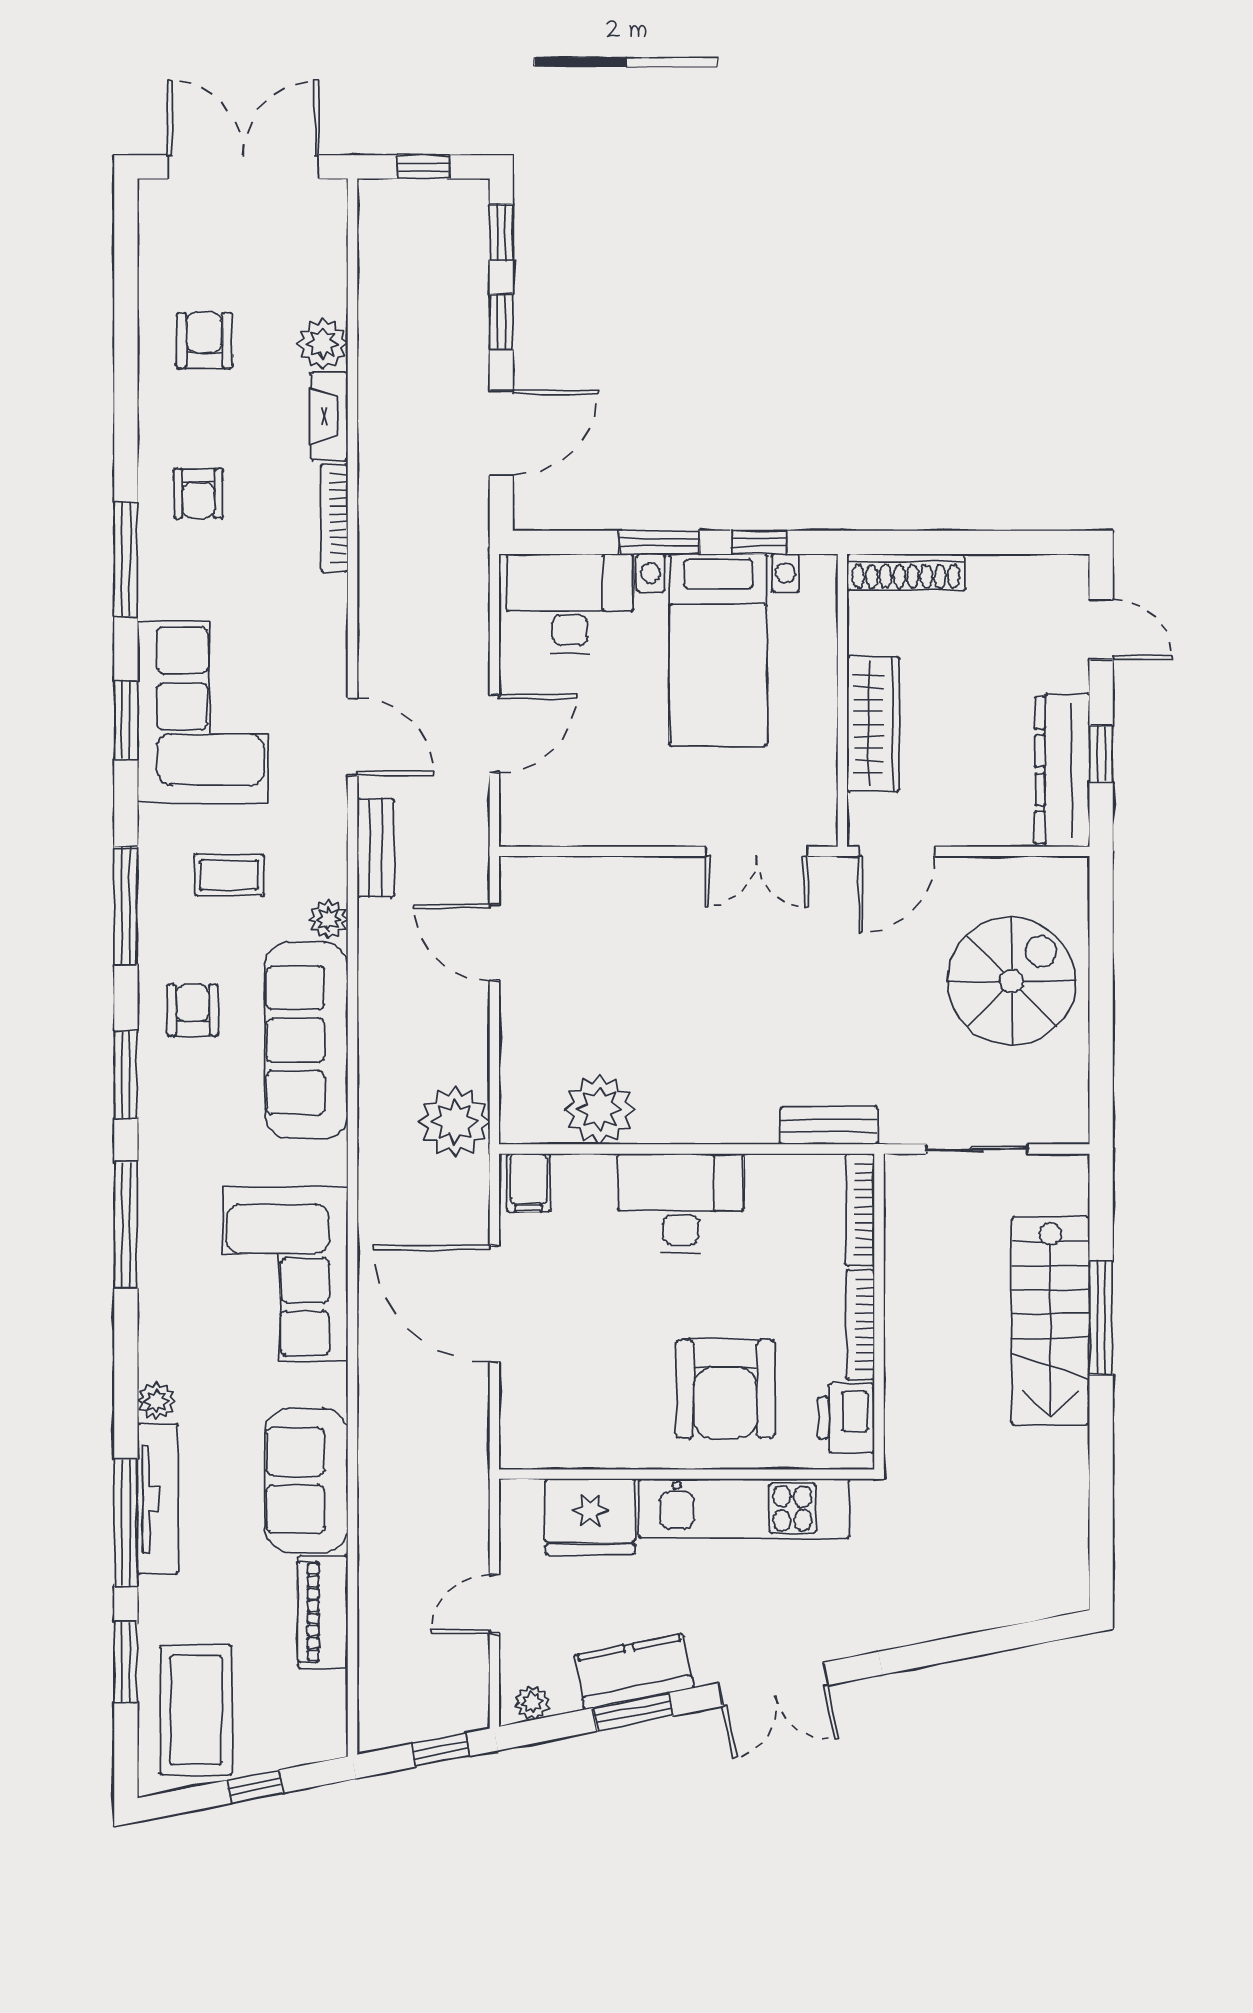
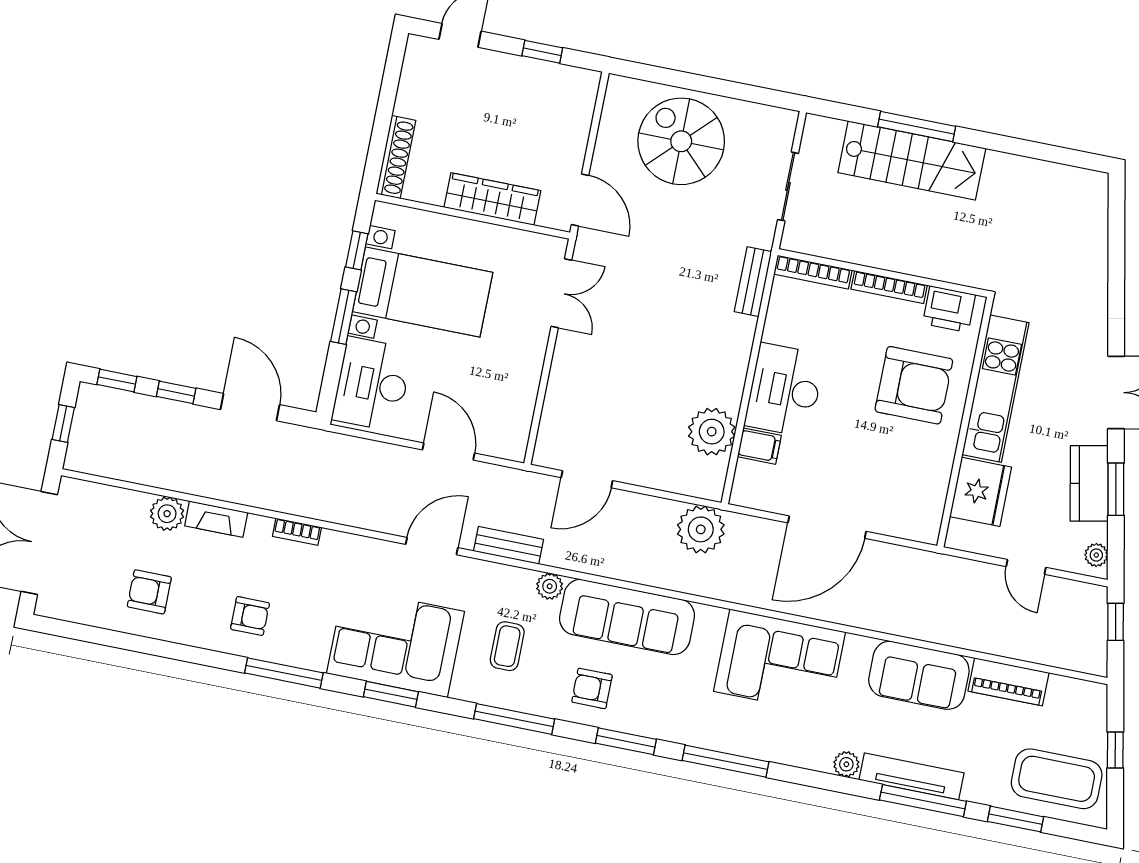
bookcase: (334, 518) -> (297, 532), width x0.64
dresser: (1062, 770) -> (548, 80), removed
filing cabinet: (529, 1183) -> (759, 446), moved

